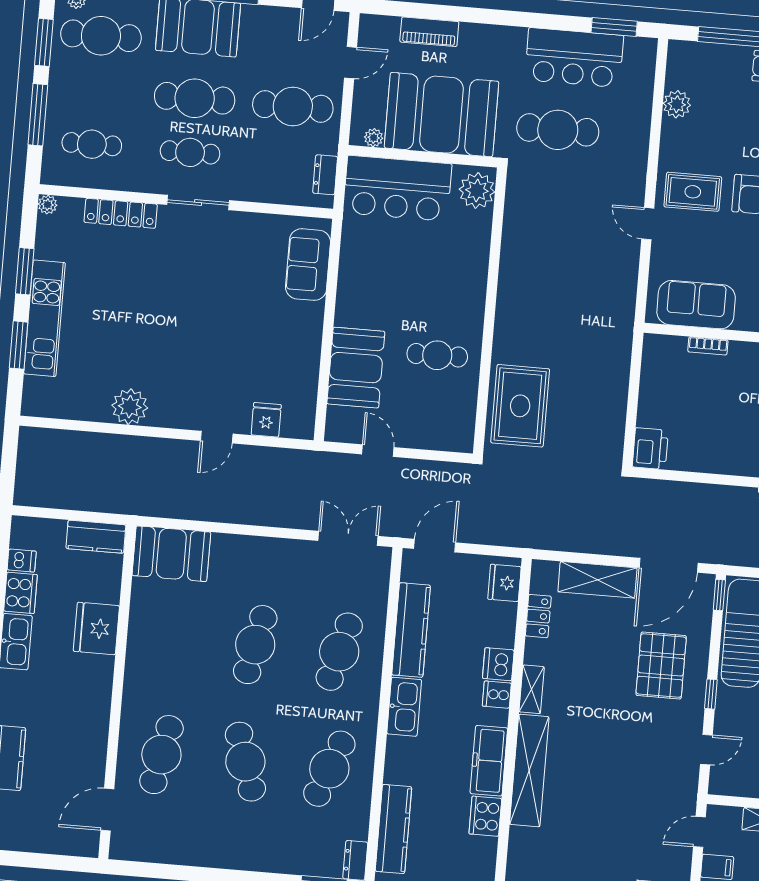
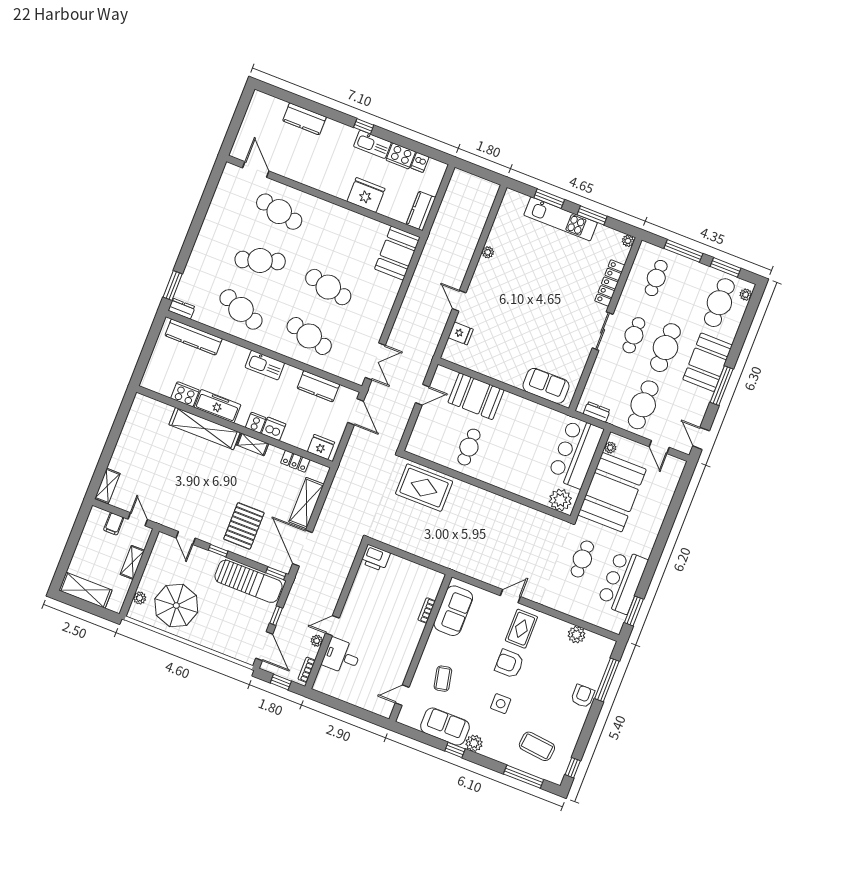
piano: (429, 32) -> (664, 500), removed
cafe table: (558, 130) -> (582, 559), width x0.73, depth x0.74
plant: (130, 407) -> (488, 252), width x0.53, depth x0.53
kitchen counter: (411, 630) -> (318, 386), width x0.67
pallet: (661, 666) -> (244, 526), turned 90

